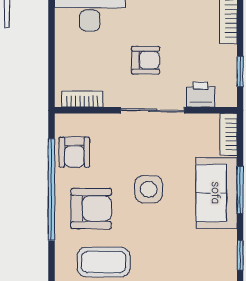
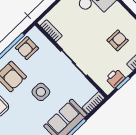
armchair: (146, 60) -> (118, 40), moved, turned -90
printer: (201, 95) -> (115, 78), moved, turned -90

